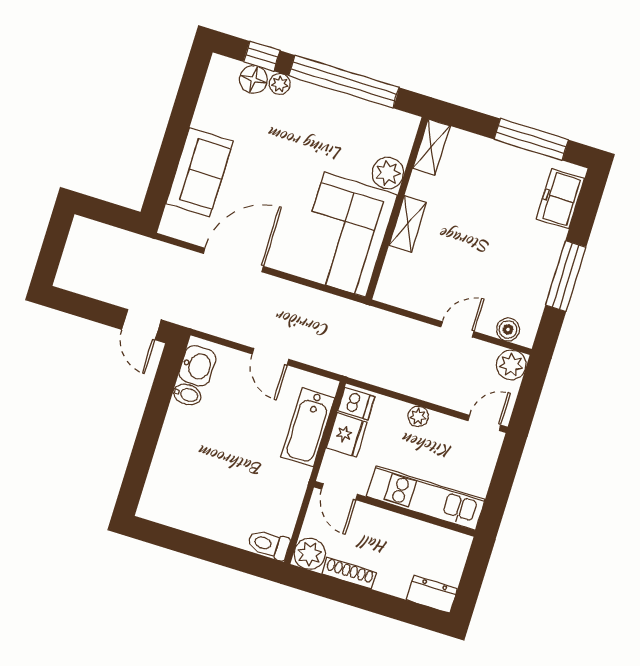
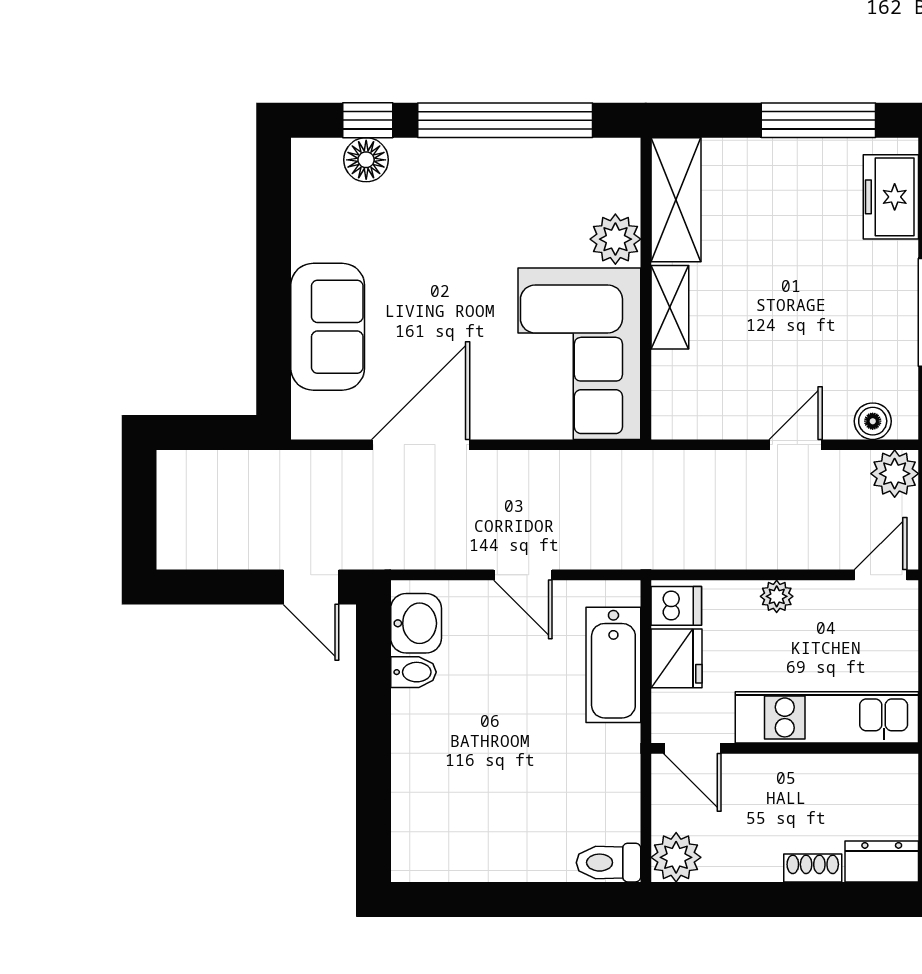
plant: (280, 84) -> (408, 154), removed
shelving: (431, 147) -> (676, 200), width x1.50, depth x1.33
shoe rack: (349, 573) -> (813, 868), moved, width x0.70

